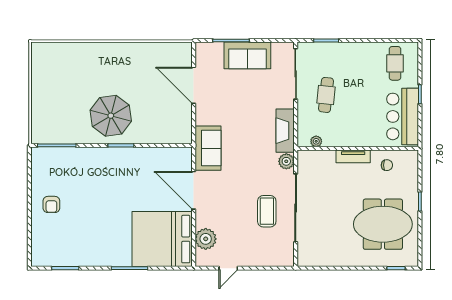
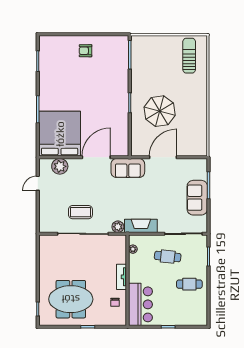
cafe table: (395, 63) -> (189, 284), moved
sun lounger: (58, 66) -> (189, 56), added
door: (194, 85) -> (163, 157), moved
parasol: (111, 116) -> (160, 111), moved
bar counter: (403, 116) -> (140, 304), moved, turned 90
meeting table: (383, 224) -> (71, 299), turned 90
door: (228, 268) -> (38, 183), hinge flipped

